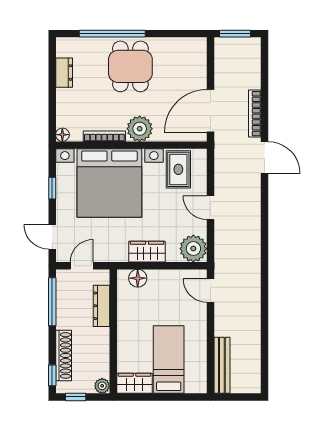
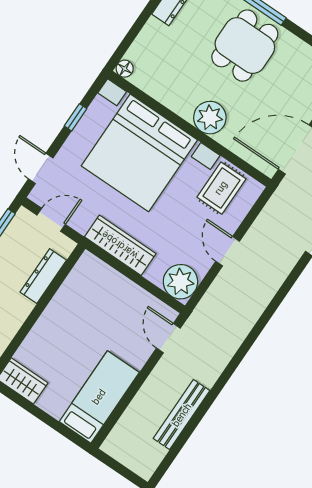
bookcase: (104, 136) -> (168, 100), removed
wardrobe: (147, 252) -> (120, 245), width x1.50
floor lamp: (138, 278) -> (101, 273), removed
bed: (169, 360) -> (99, 397), moved
bench: (222, 365) -> (182, 415), moved

